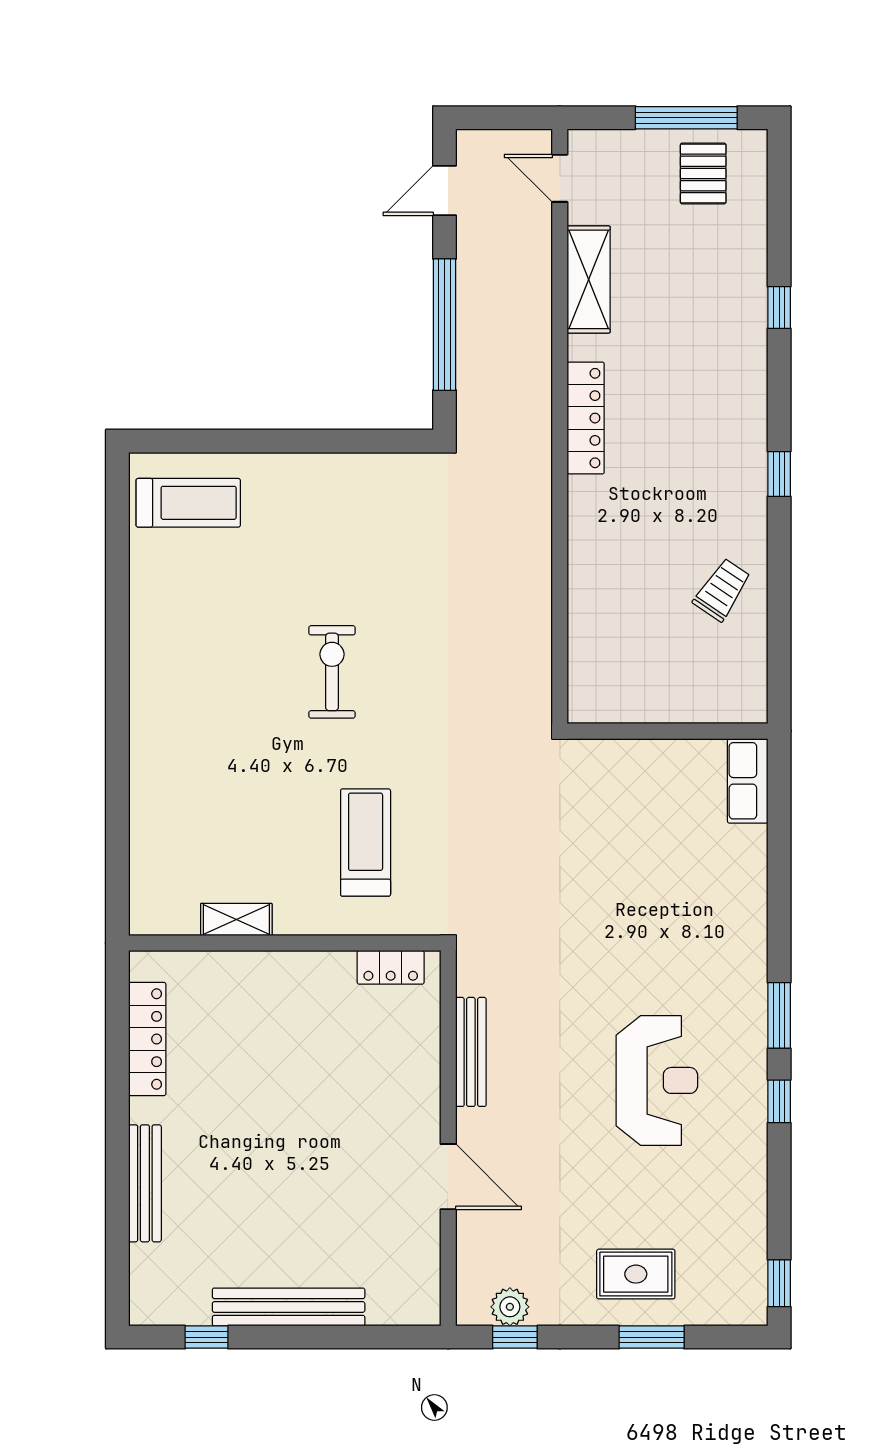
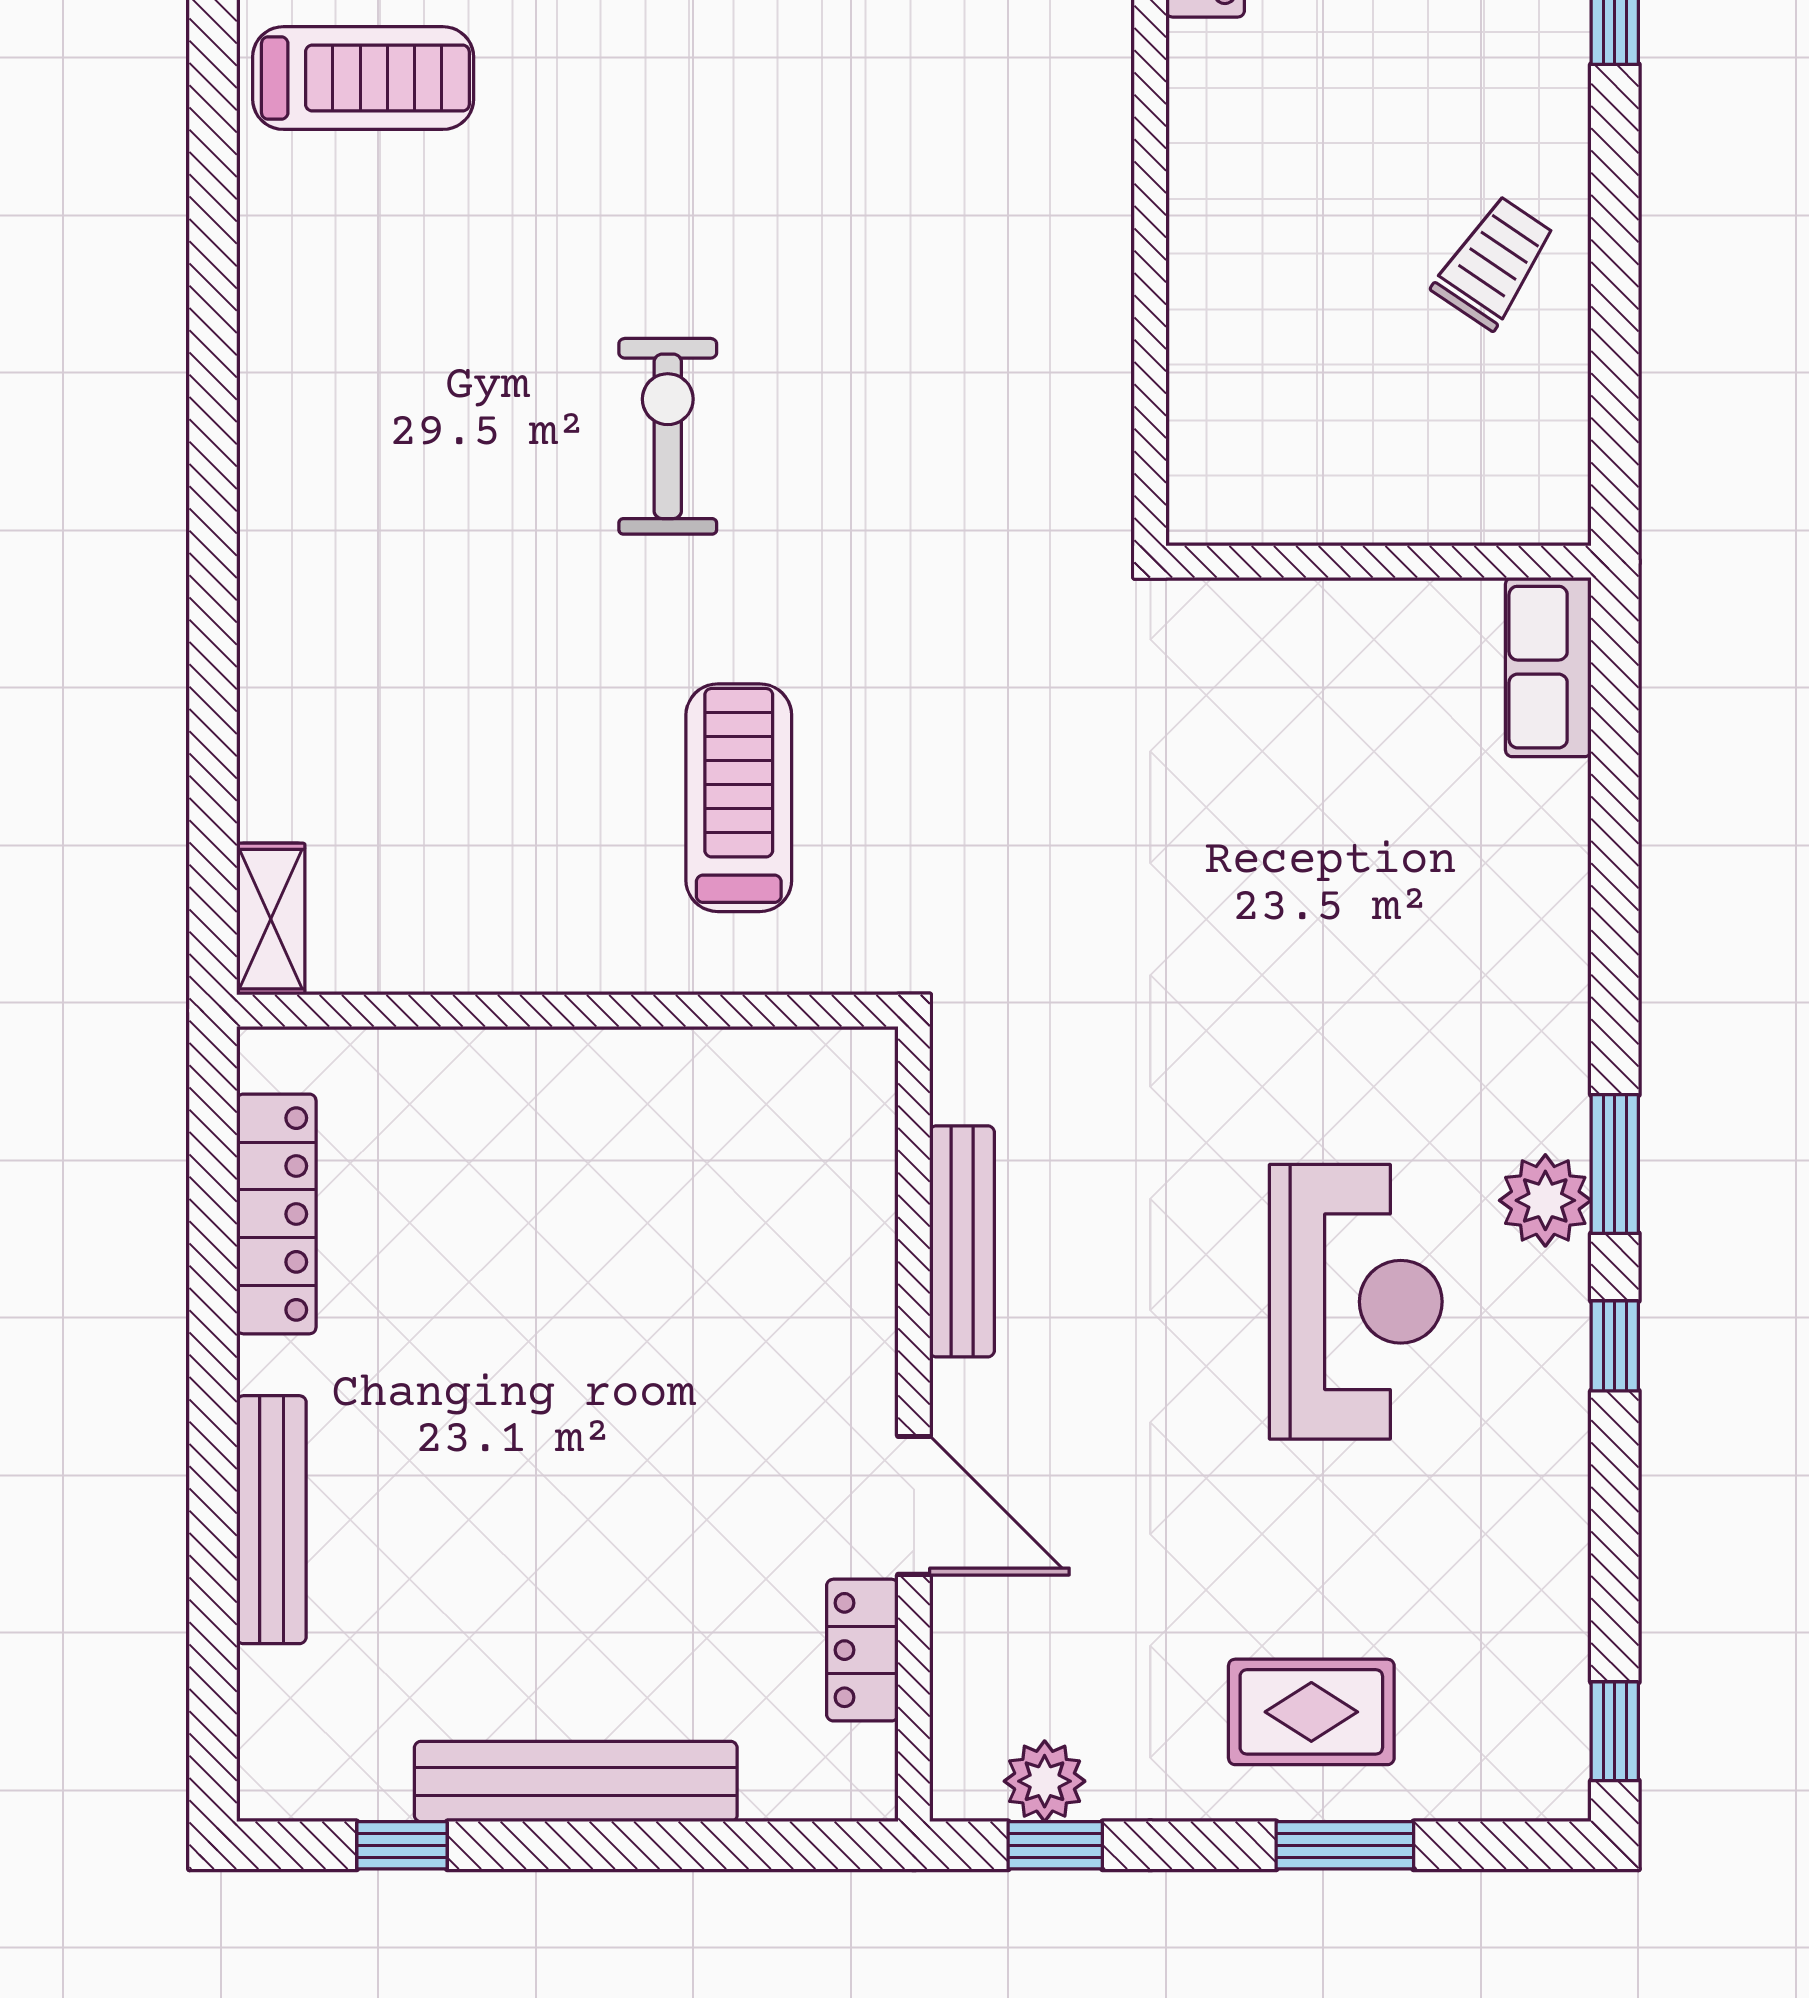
shelving: (236, 919) -> (271, 919), moved, turned 90
locker: (391, 967) -> (862, 1650), moved, turned 90
plant: (746, 1033) -> (1545, 1200), added

